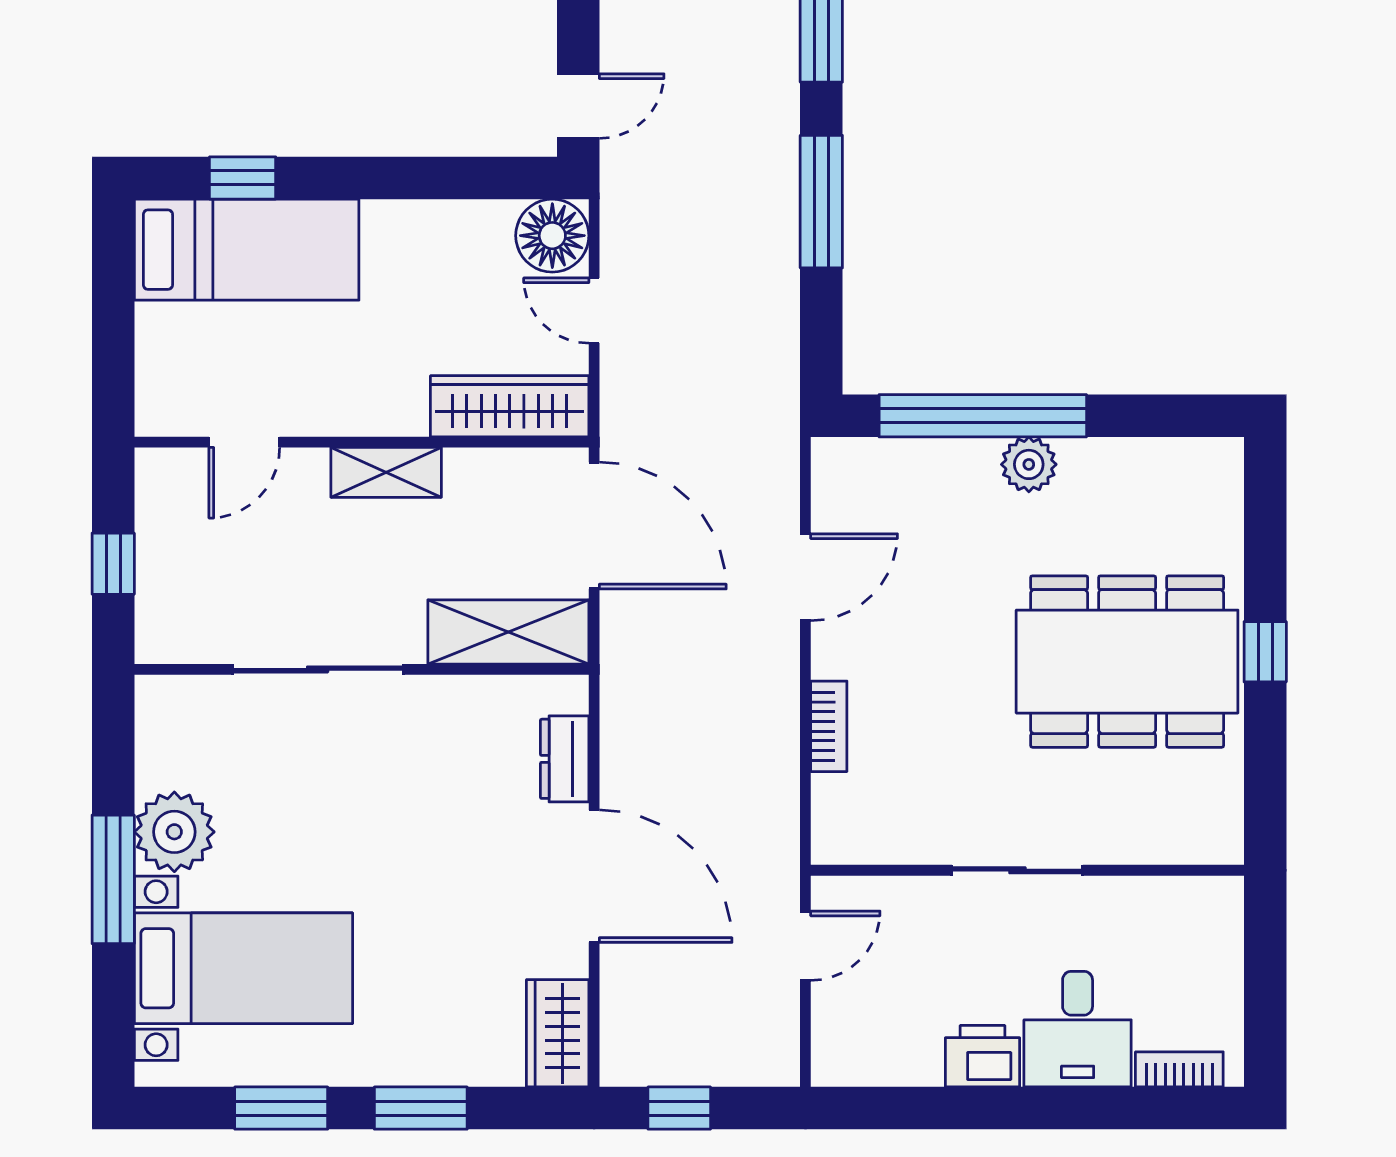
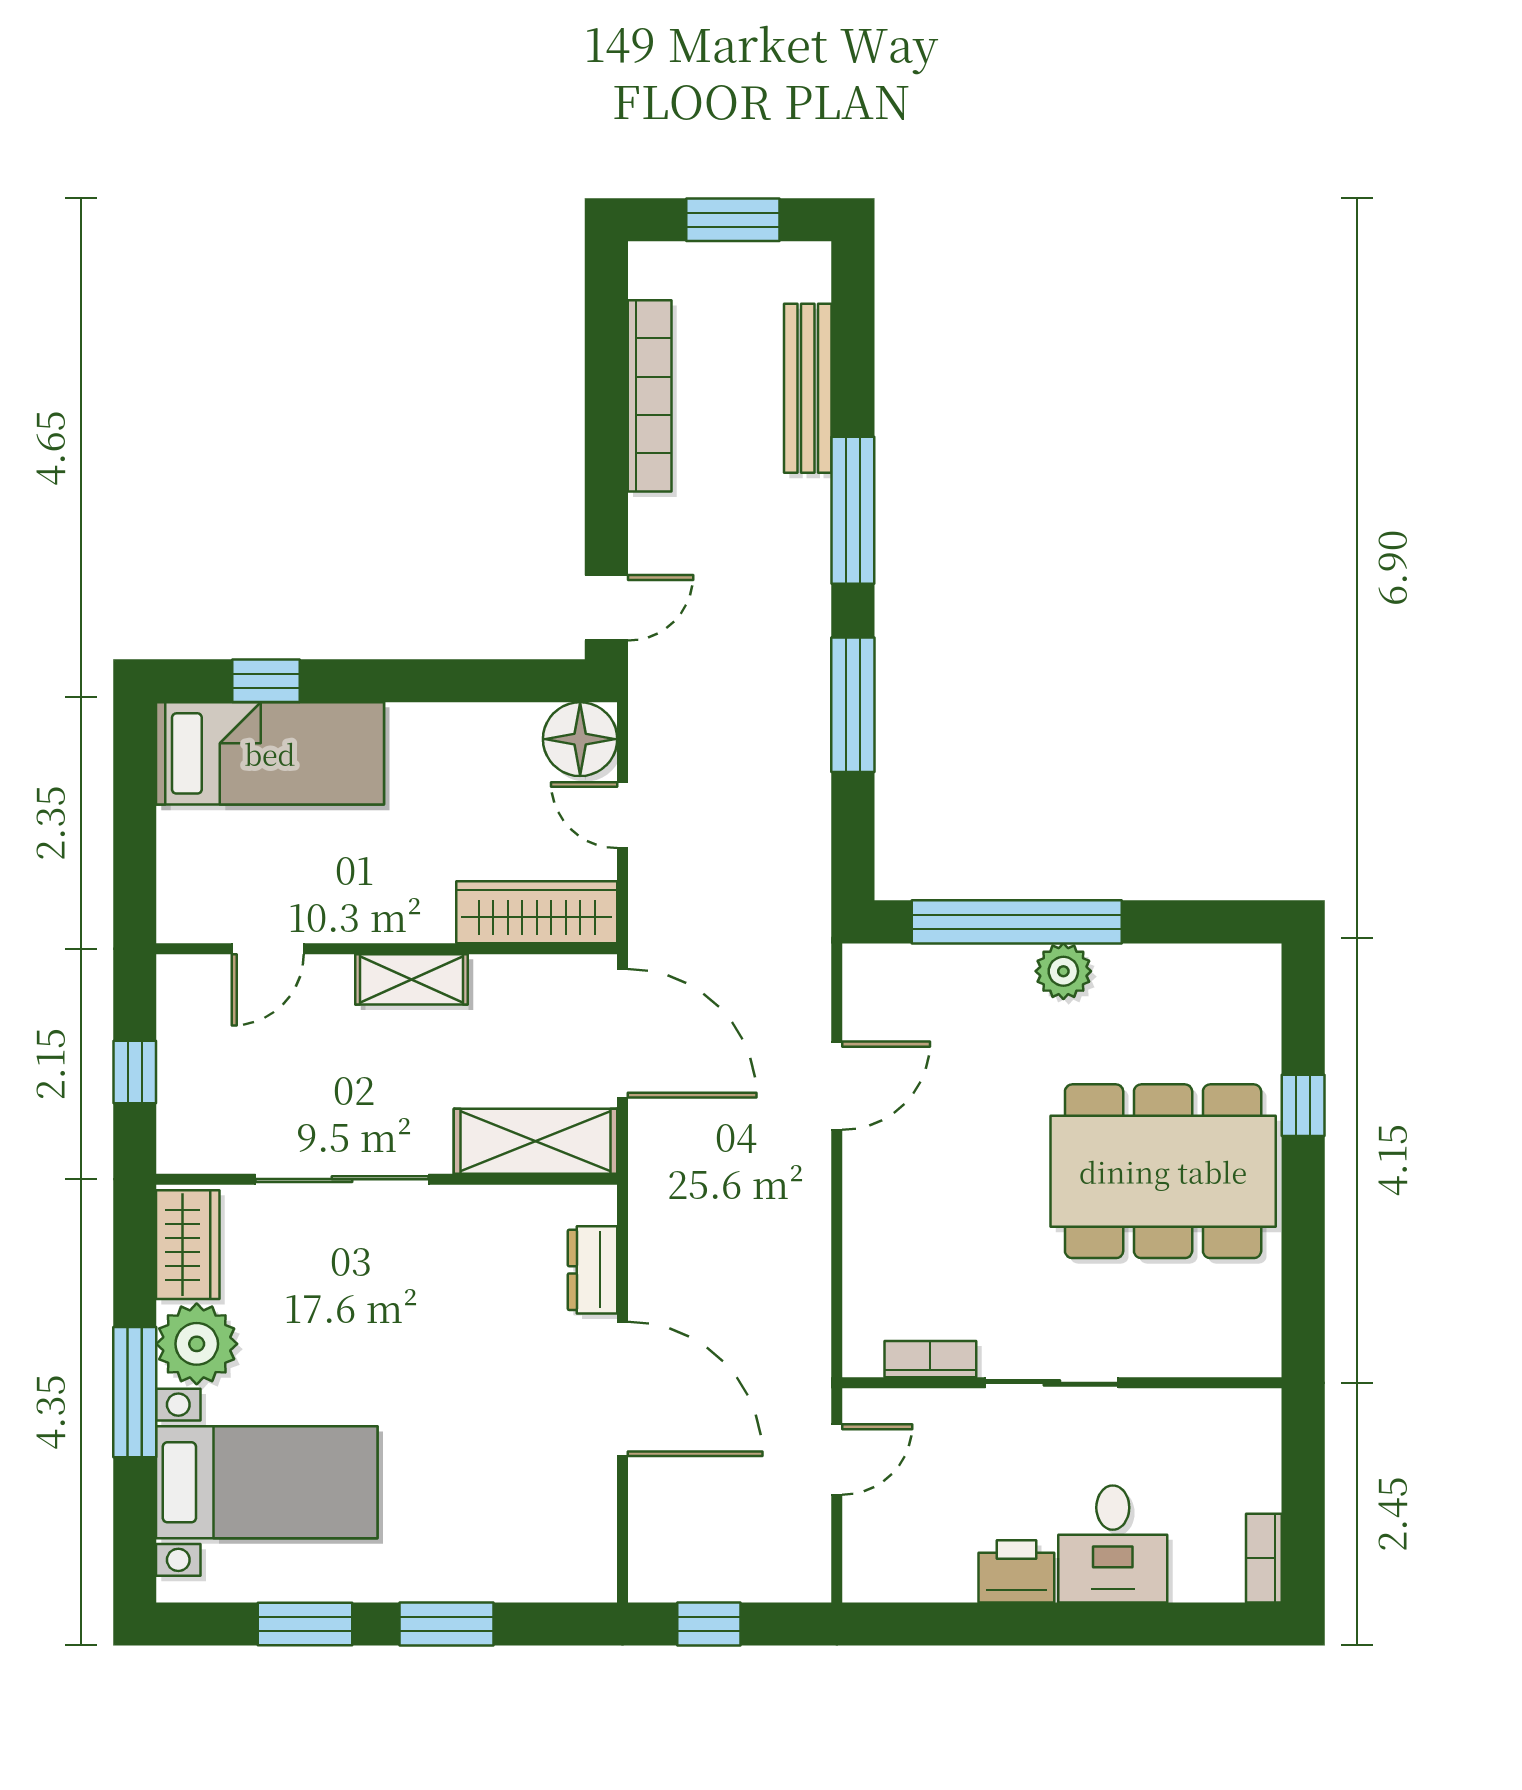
window: (1265, 652) -> (1303, 1105), moved
bookcase: (829, 726) -> (930, 1359), moved, turned -90
wardrobe: (558, 1033) -> (188, 1245), moved, turned 180
bookcase: (1179, 1069) -> (1264, 1558), moved, turned -90

